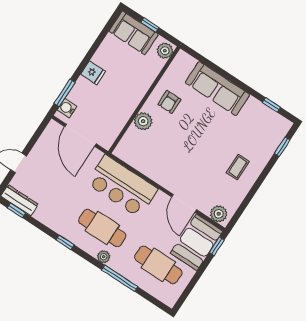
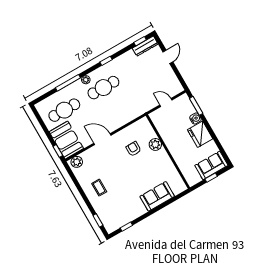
plant: (165, 51) -> (191, 179), removed
fridge: (93, 73) -> (200, 134), width x1.88, depth x1.34
sofa: (217, 89) -> (157, 196), width x0.73
armchair: (169, 102) -> (134, 149), moved
water cooler: (67, 108) -> (195, 118), moved
door: (80, 135) -> (166, 102), width x0.53
bar counter: (122, 186) -> (123, 112), removed
door: (184, 203) -> (102, 139), moved

